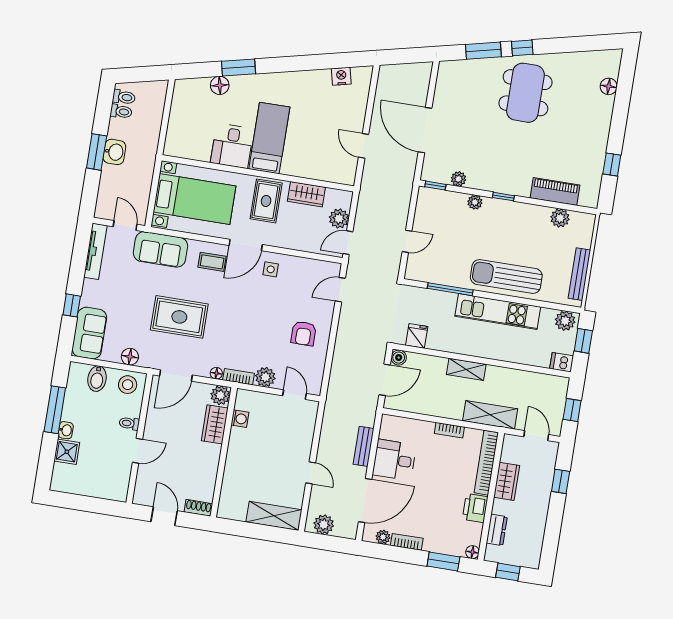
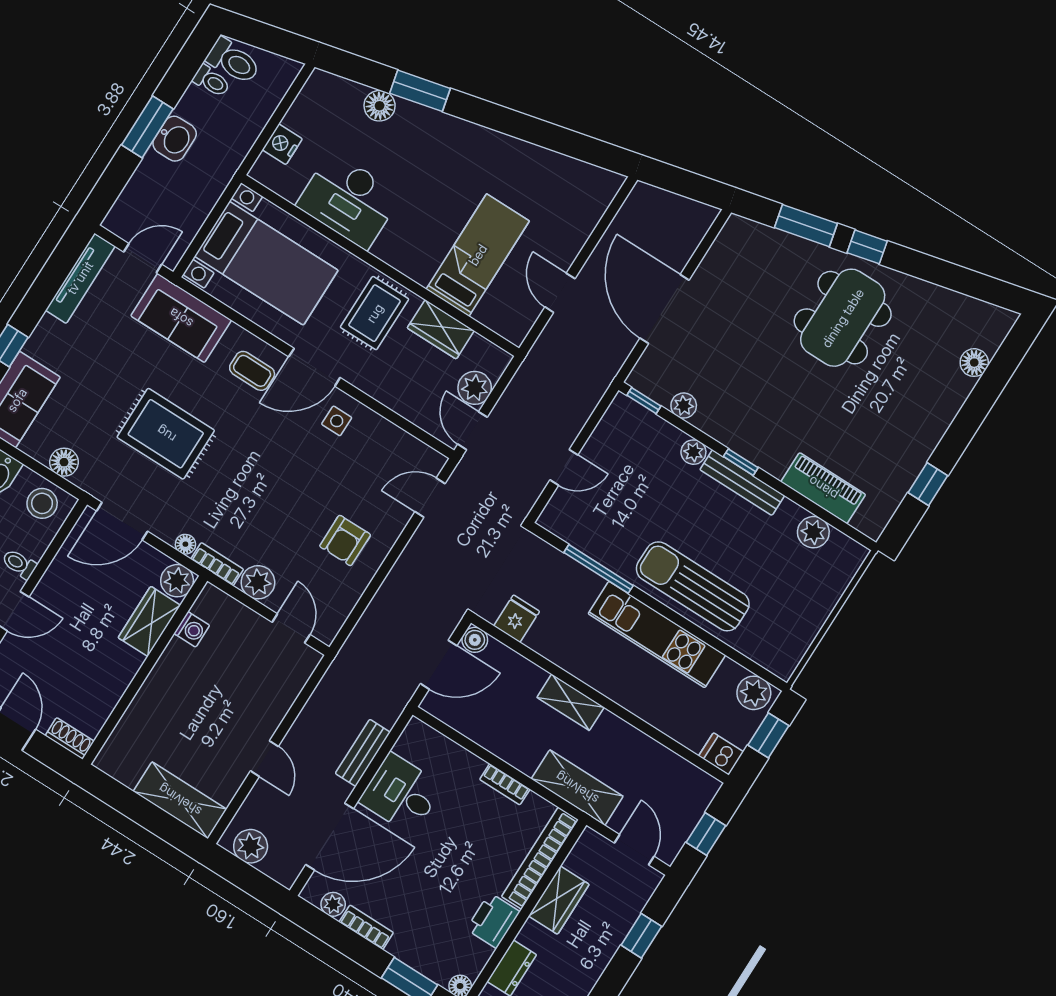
nightstand: (341, 76) -> (282, 144), moved, turned -77
toilet: (124, 97) -> (233, 61), width x1.37, depth x1.39
bed: (269, 138) -> (478, 255), moved
desk: (232, 146) -> (349, 200), width x1.37
door: (125, 225) -> (143, 258), hinge flipped
door: (348, 243) -> (473, 431), hinge flipped
bench: (579, 274) -> (742, 483), moved, turned 90

